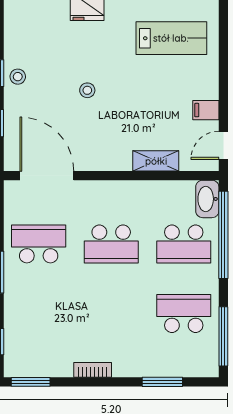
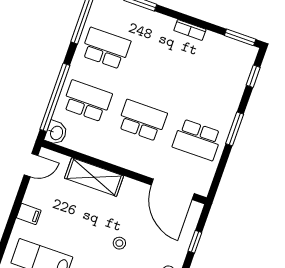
filing cabinet: (206, 110) -> (29, 214), moved
shelving: (156, 161) -> (94, 177), width x1.50, depth x1.33
washbasin: (207, 199) -> (56, 133), width x0.72
school desk: (184, 314) -> (106, 48), turned 180

